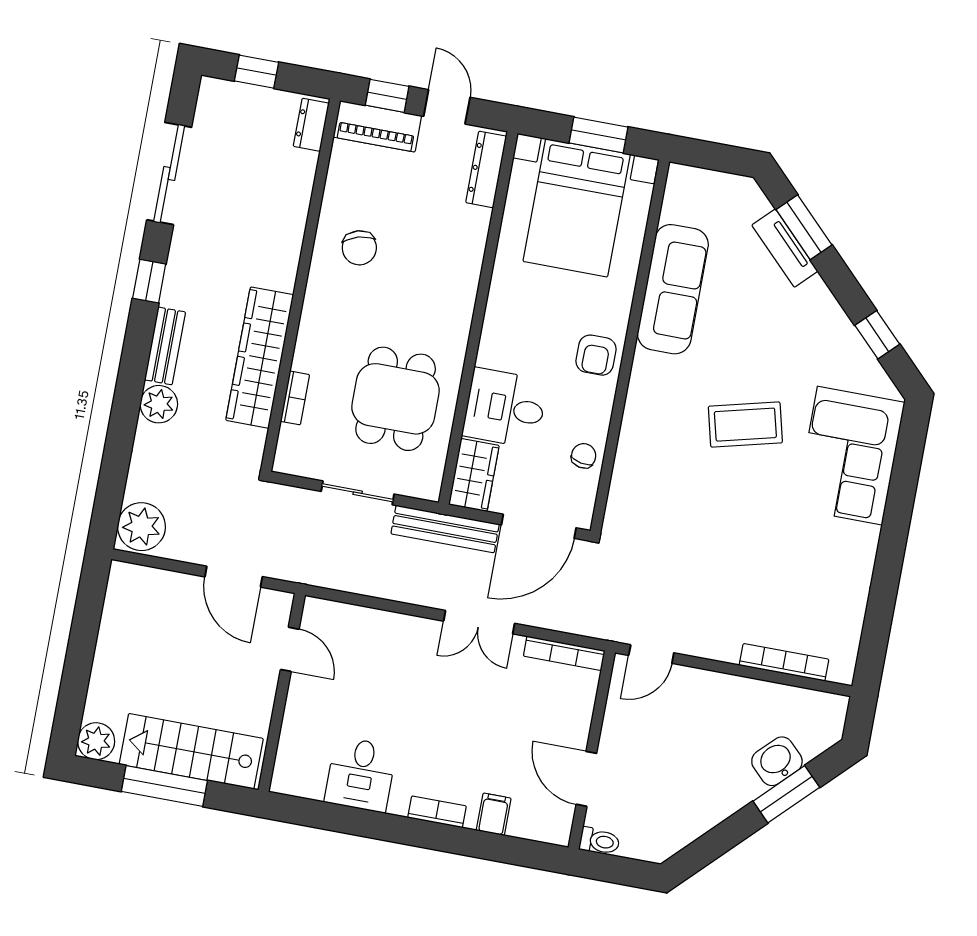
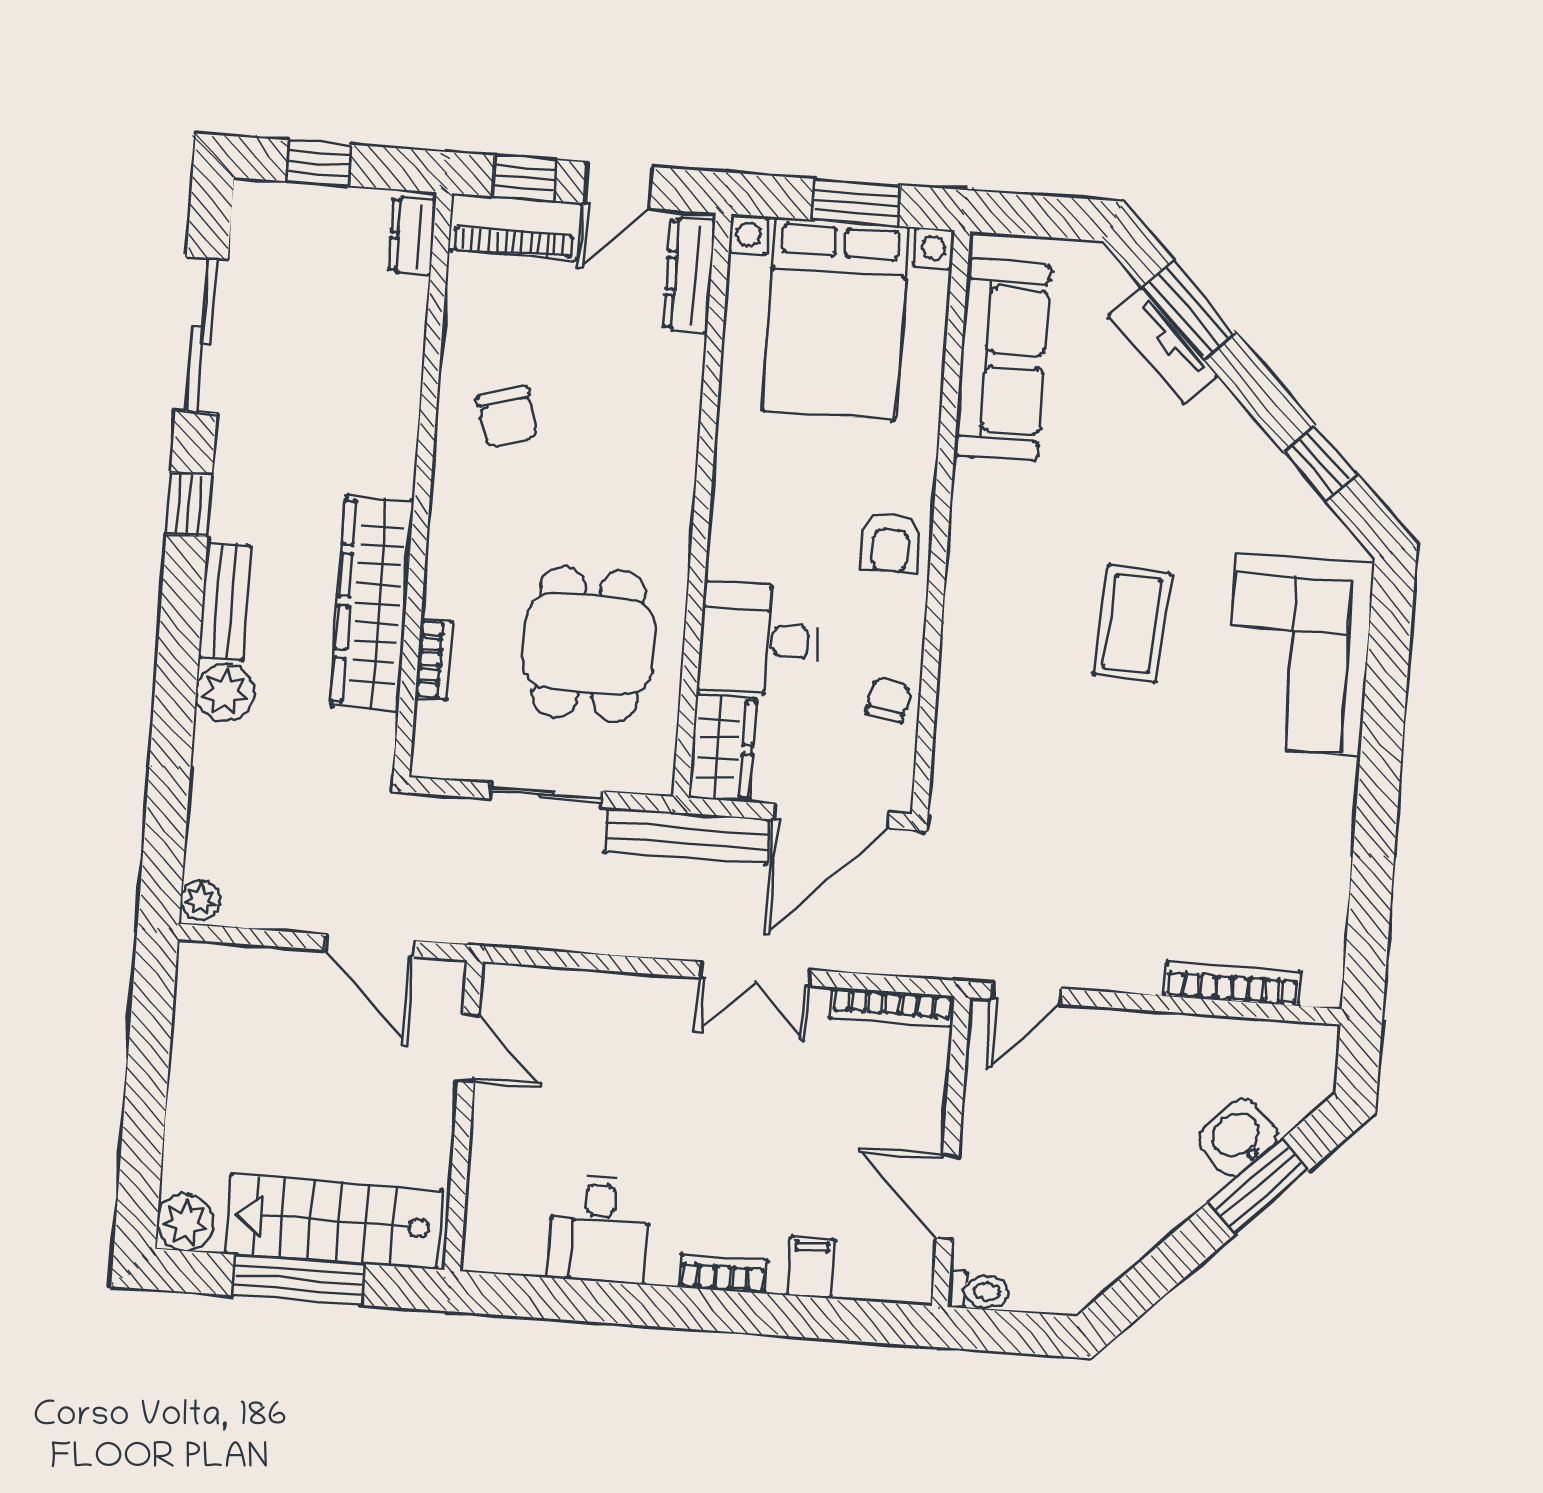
door: (447, 107) -> (618, 185), swing flipped
sofa: (673, 289) -> (1002, 360), moved
coffee table: (745, 425) -> (1132, 624), turned -72
plant: (141, 527) -> (200, 900), width x0.53, depth x0.53

